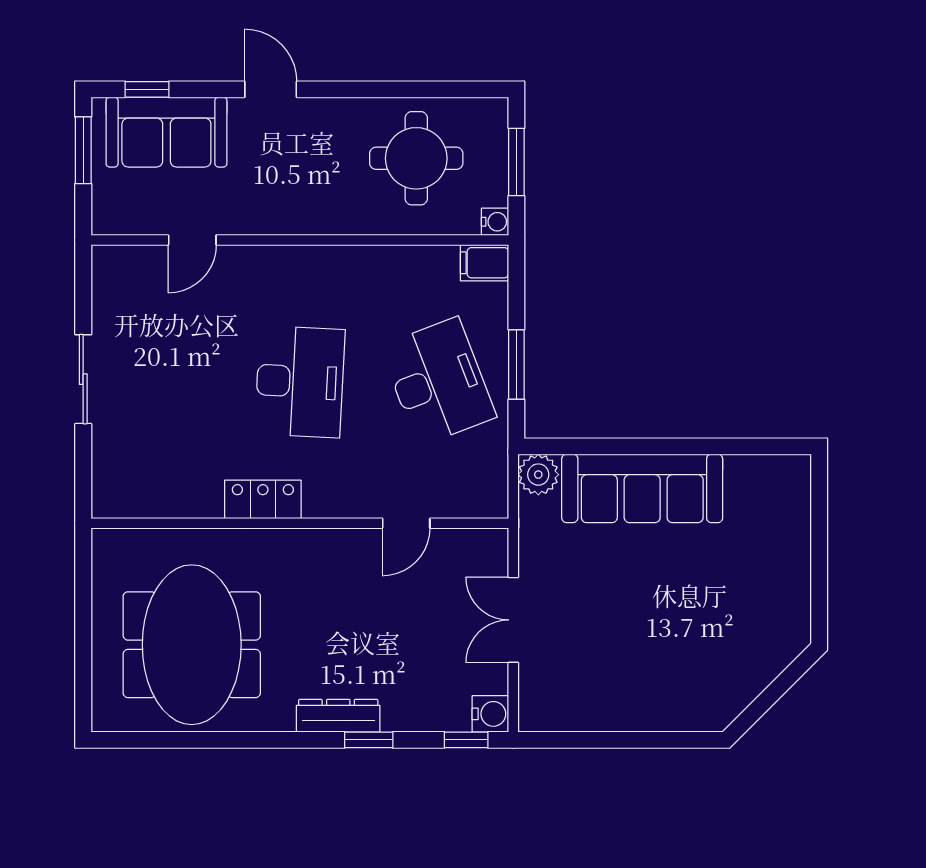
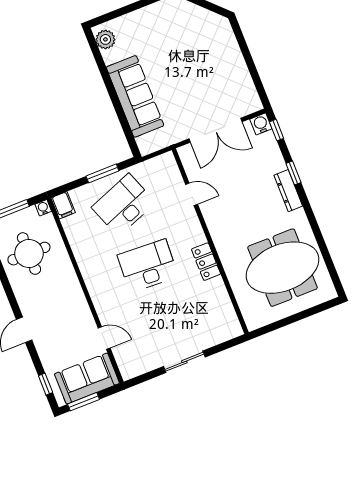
sofa: (166, 132) -> (87, 379), moved, turned -90
plant: (538, 475) -> (105, 39), moved
double door: (513, 620) -> (215, 130), width x1.37

